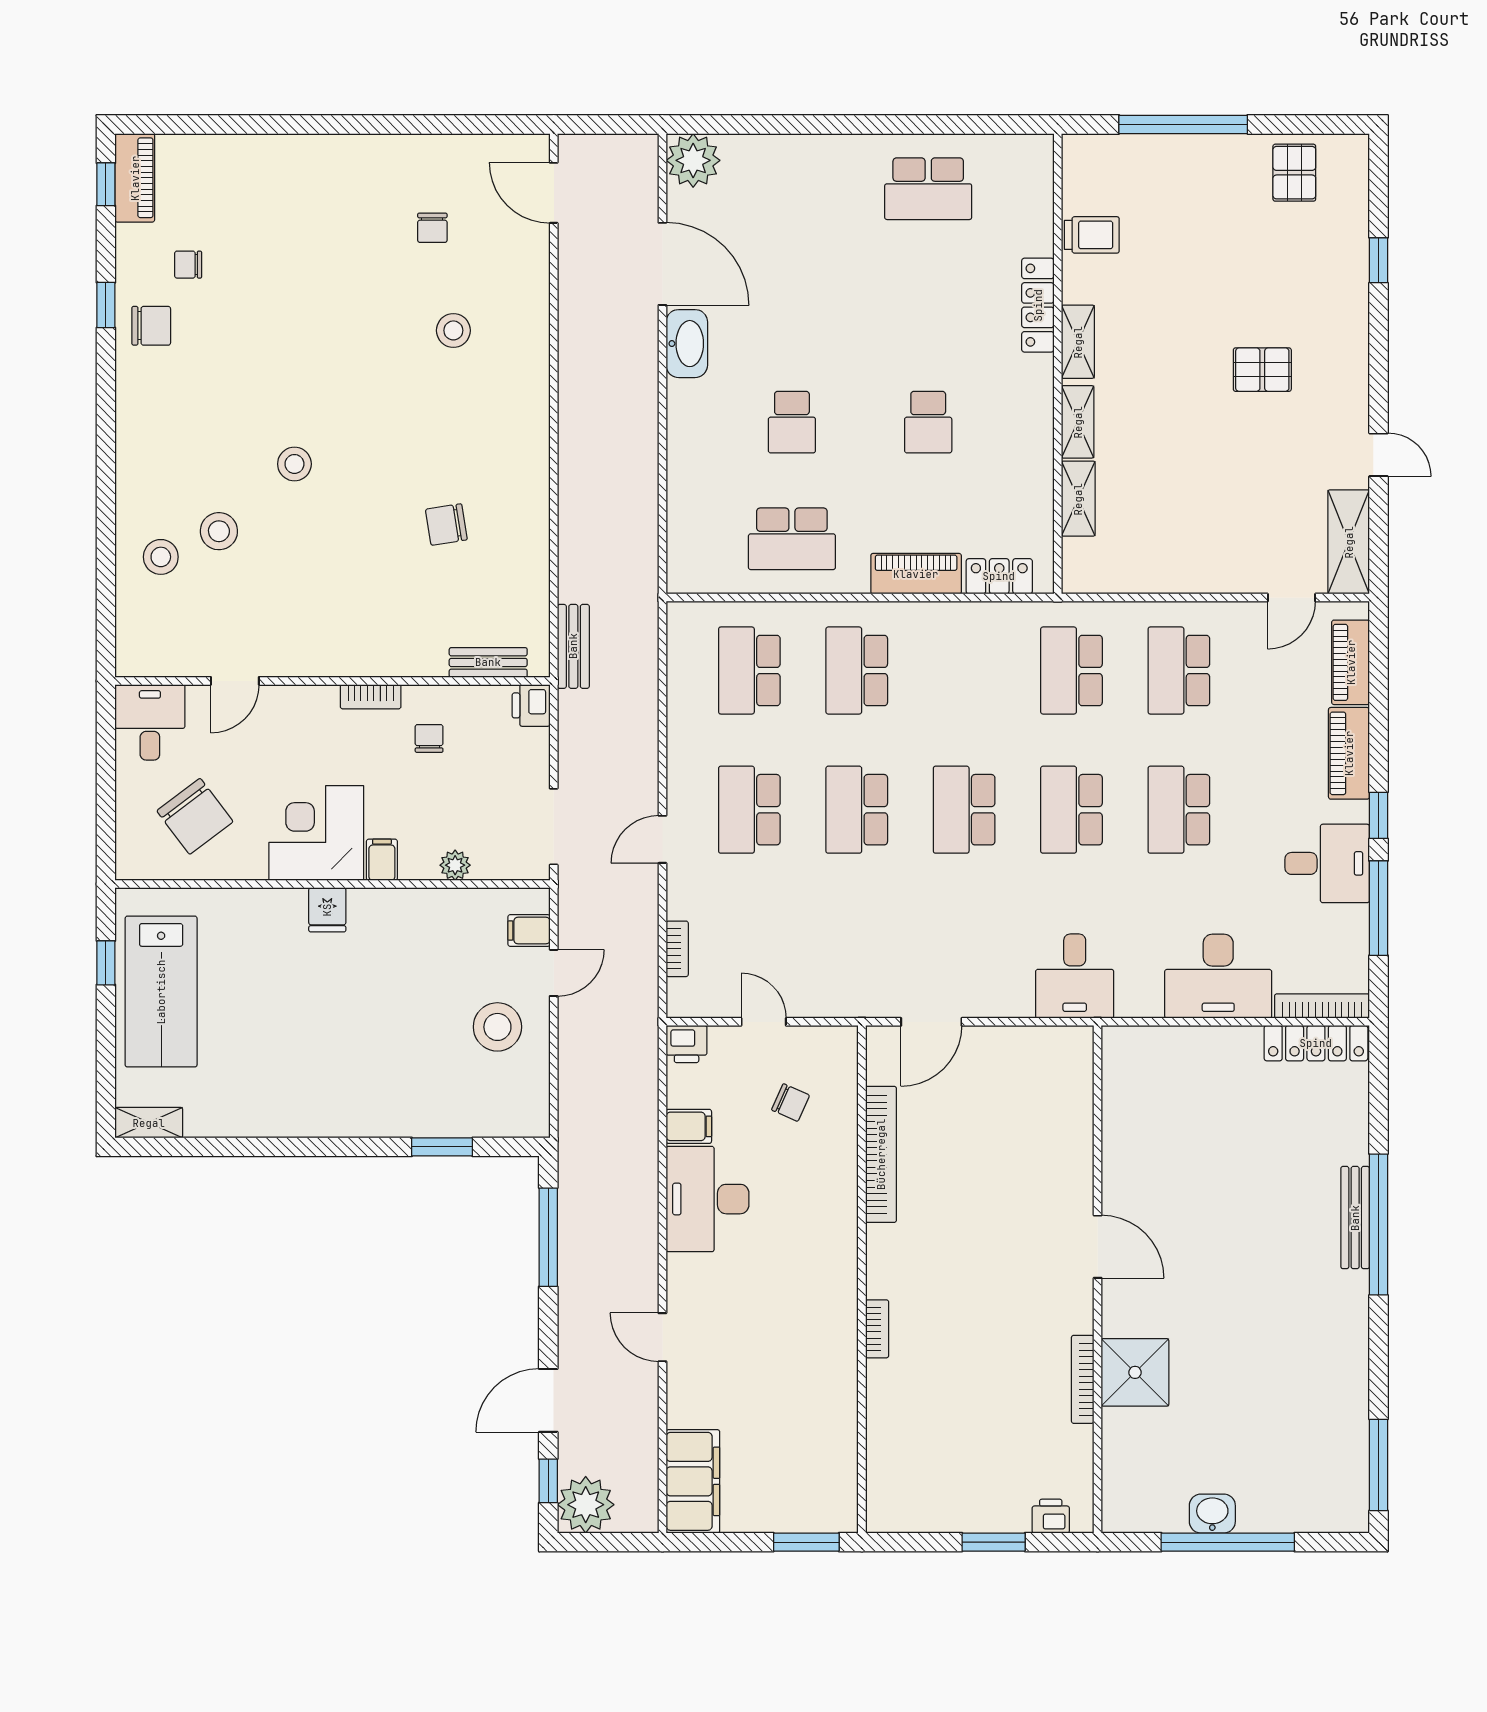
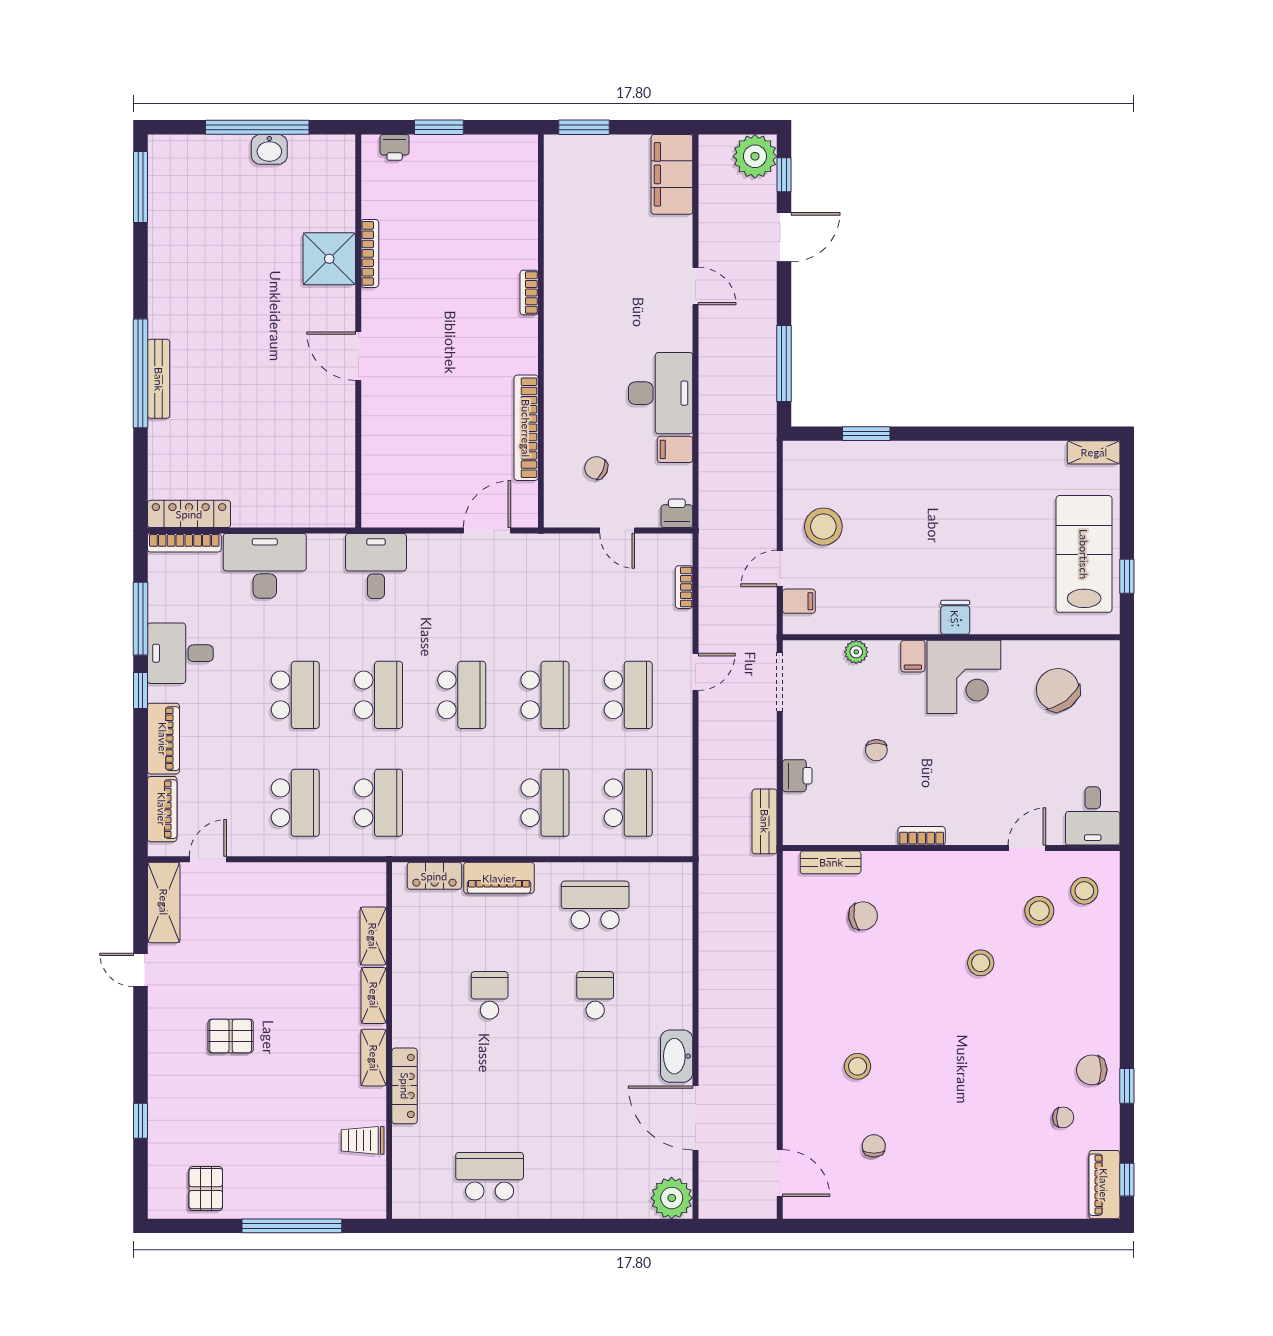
bench: (488, 662) -> (831, 862), moved
door: (235, 681) -> (1027, 848), moved
wall: (333, 681) -> (951, 848), moved
bookcase: (371, 697) -> (922, 836), moved
desk: (150, 722) -> (1093, 816), moved

